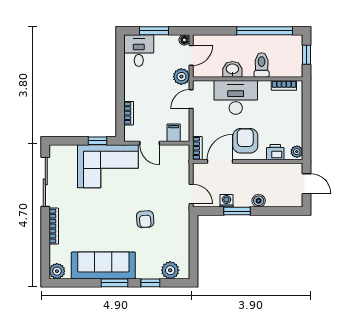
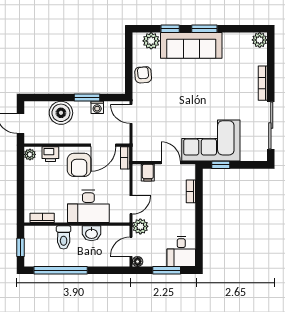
boiler: (259, 201) -> (61, 113), width x1.86, depth x1.86
armchair: (145, 219) -> (143, 75), moved
sofa: (103, 266) -> (191, 45), moved

